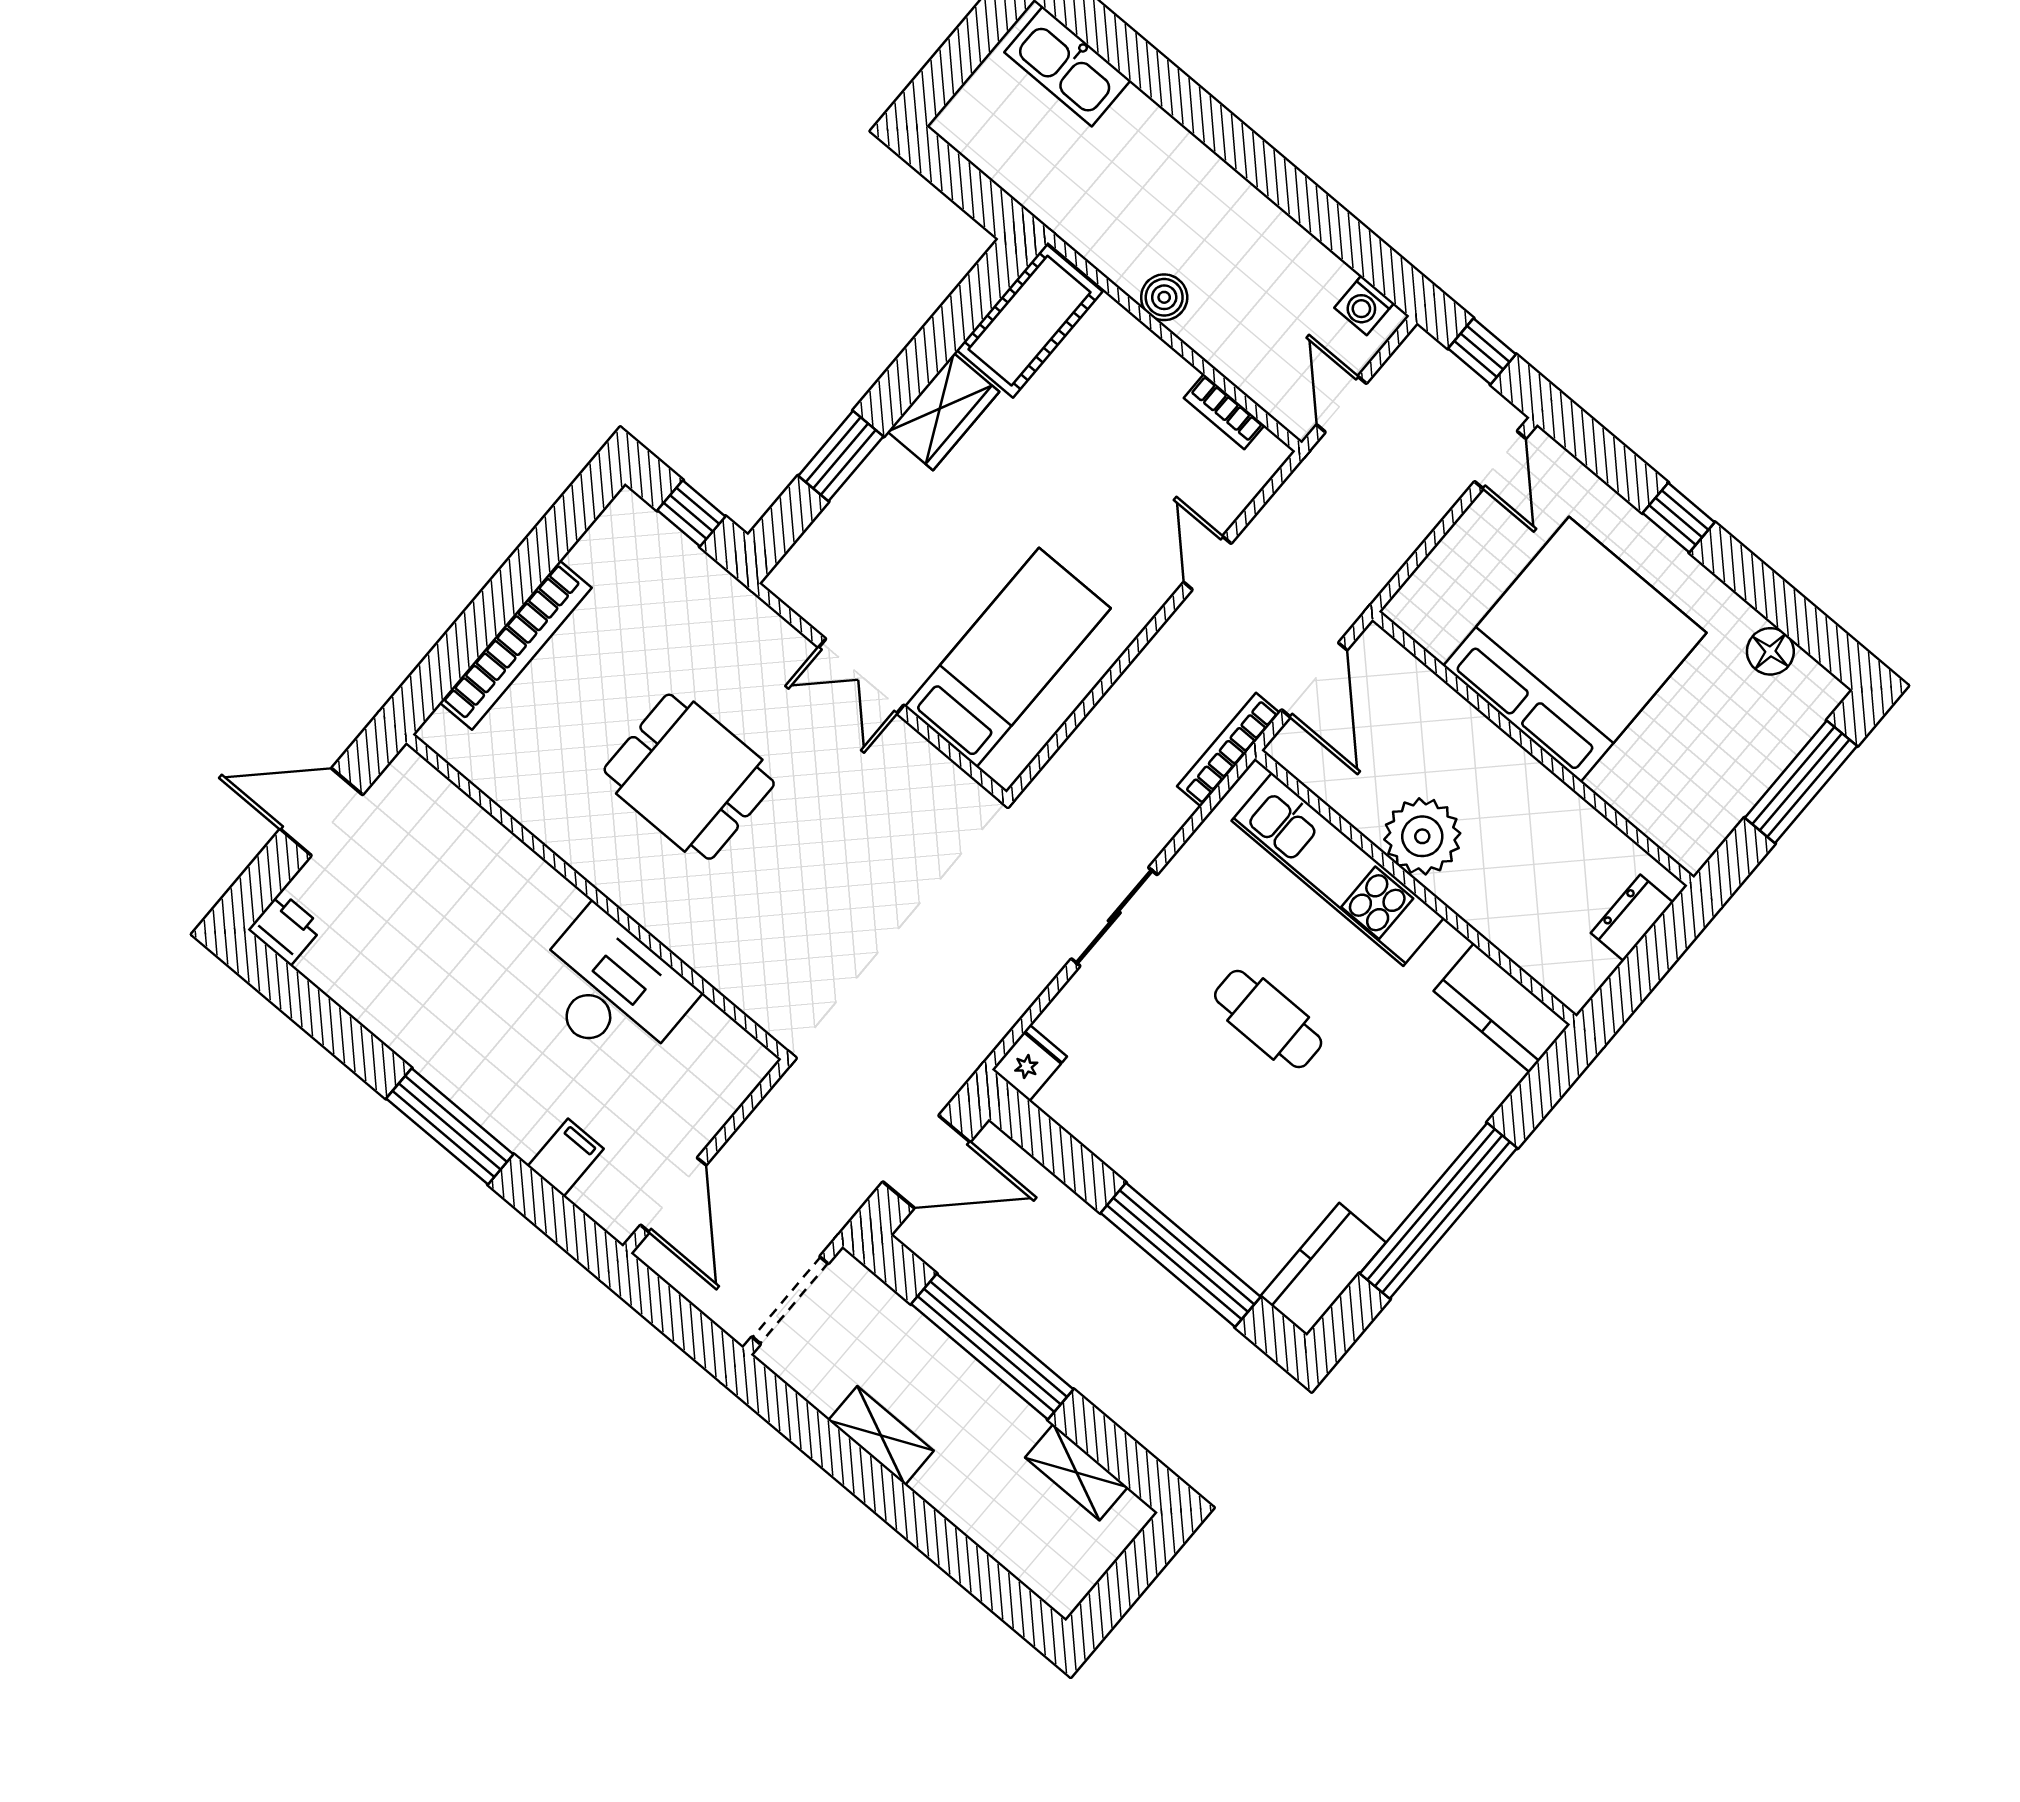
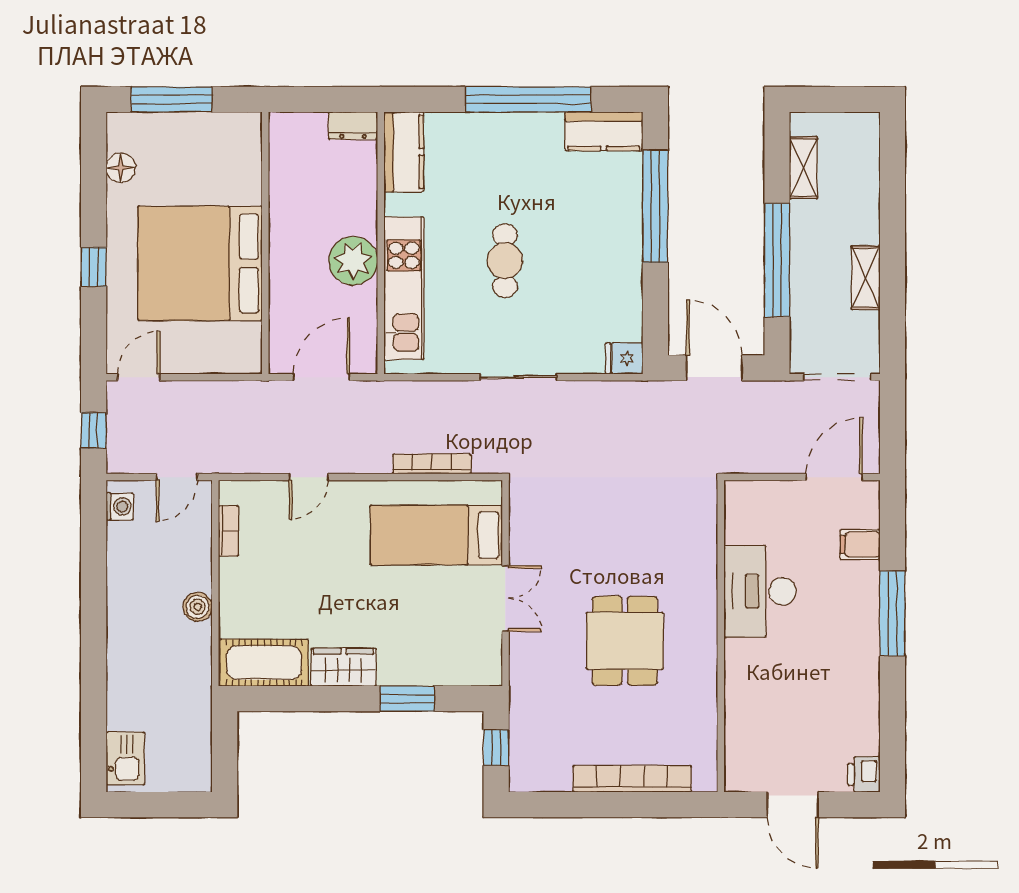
kitchen sink: (1067, 66) -> (125, 758), width x0.73
bookcase: (1229, 750) -> (432, 464), moved, turned 180
dresser: (1632, 918) -> (353, 126), moved

